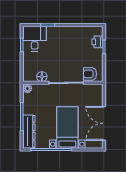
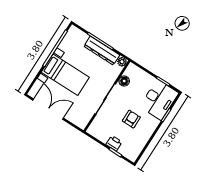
desk: (35, 39) -> (159, 100), width x1.37
printer: (97, 42) -> (114, 143), moved
armchair: (90, 74) -> (131, 119), moved
dresser: (29, 132) -> (102, 51), moved

